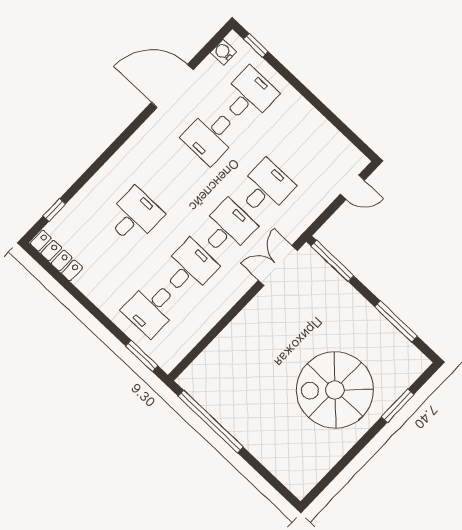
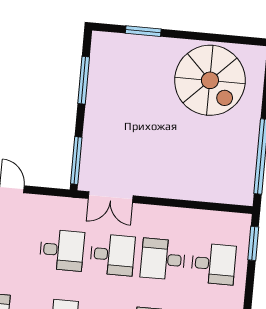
desk: (266, 188) -> (62, 250), turned 180
desk: (228, 228) -> (112, 255), turned 180
spiral stairs: (335, 390) -> (210, 80), moved

